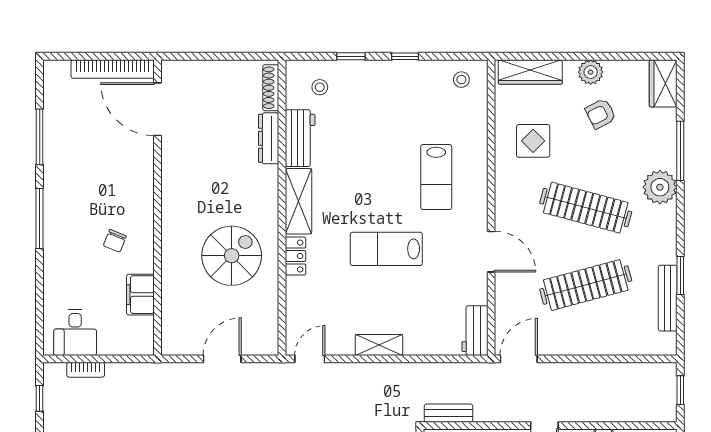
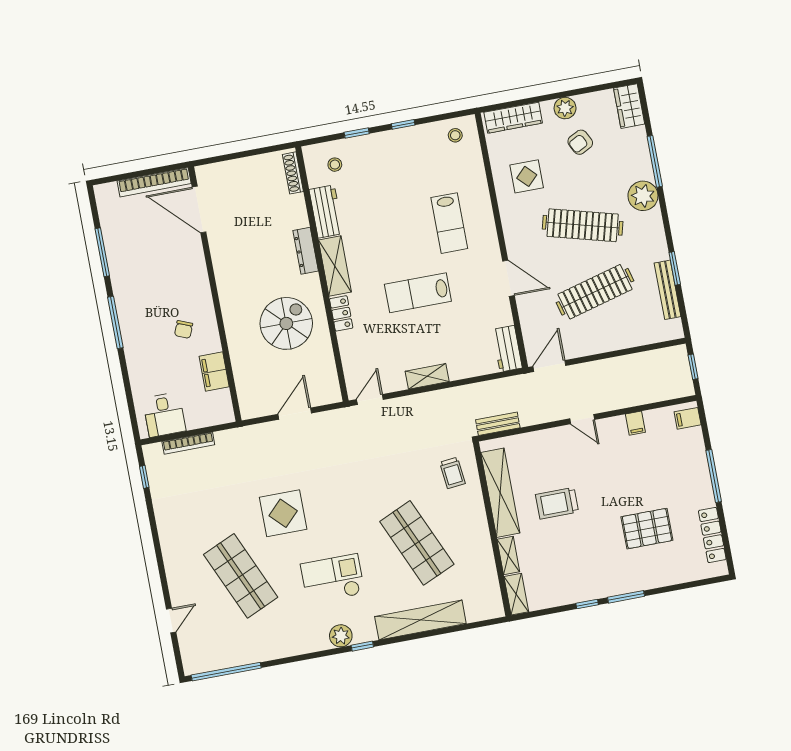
dresser: (269, 138) -> (306, 251), moved
bookcase: (86, 370) -> (188, 443), width x1.56

